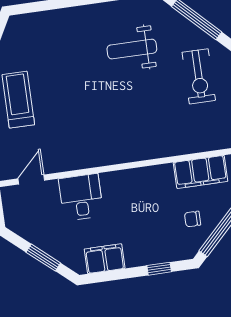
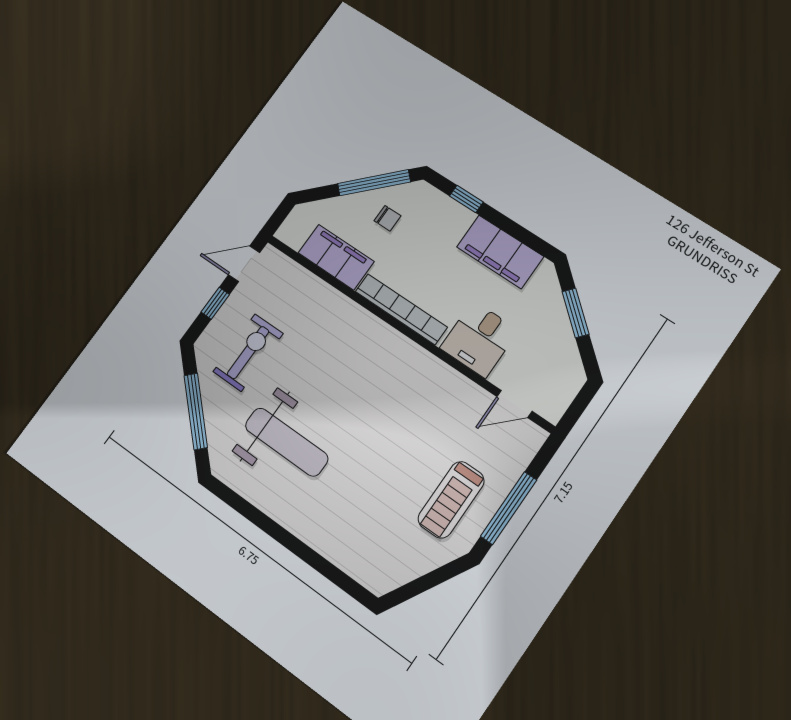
weight bench: (132, 49) -> (287, 442), width x1.36, depth x1.33
bookcase: (138, 176) -> (401, 309), added
filing cabinet: (105, 259) -> (500, 252), width x1.50, depth x1.17

